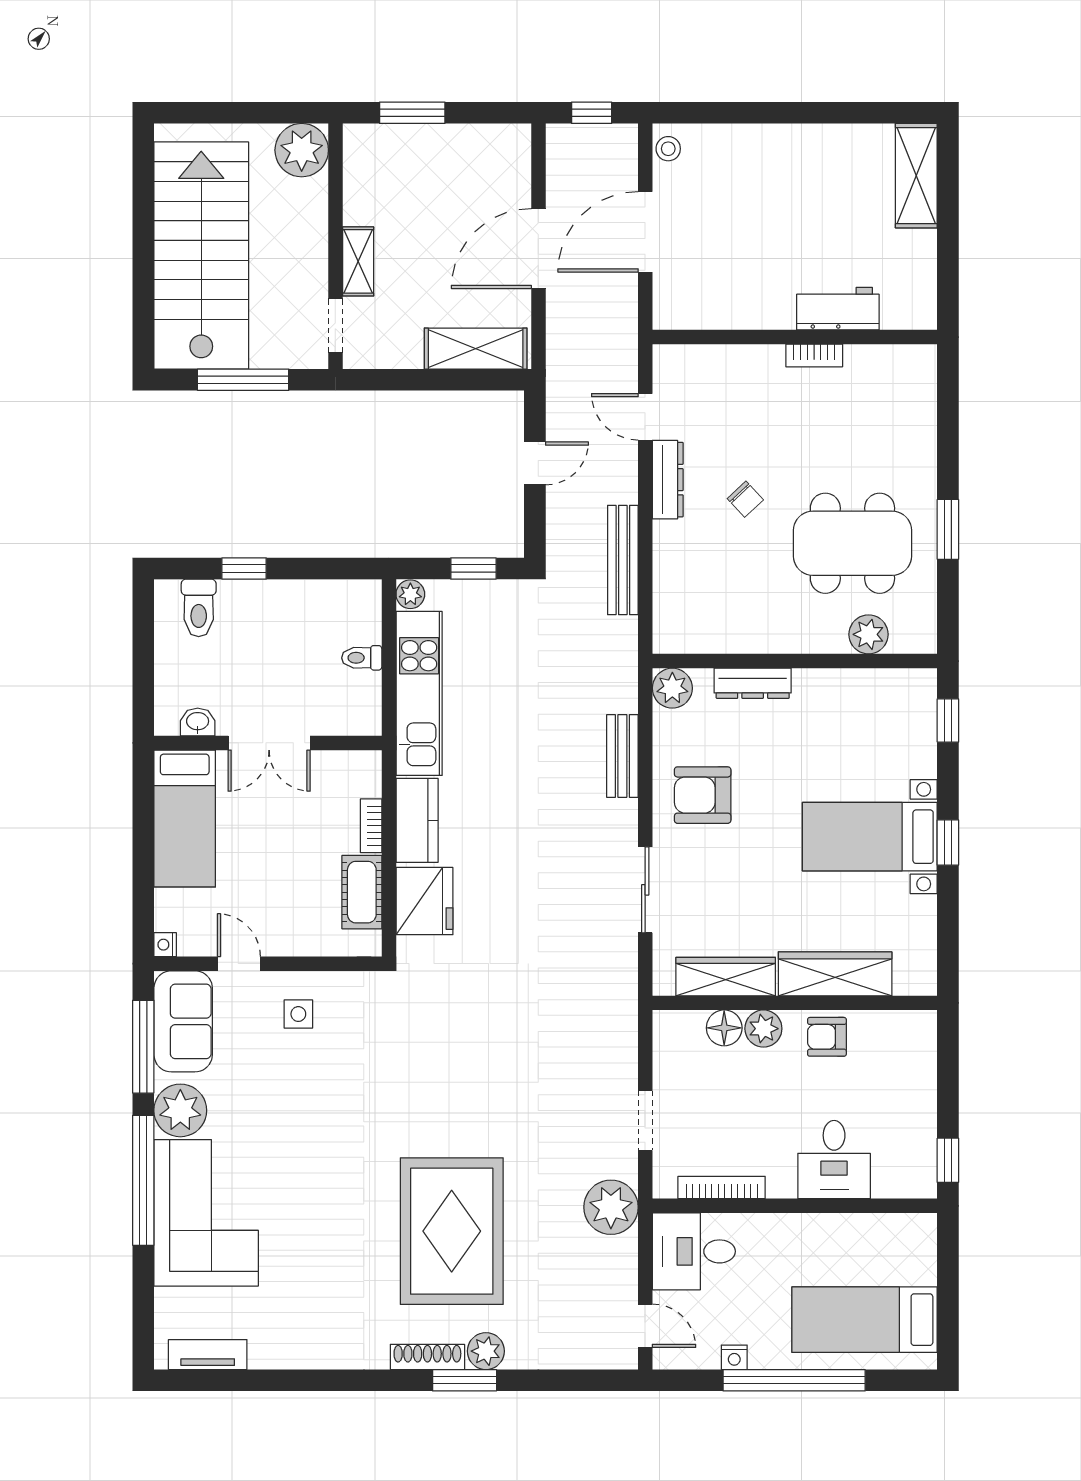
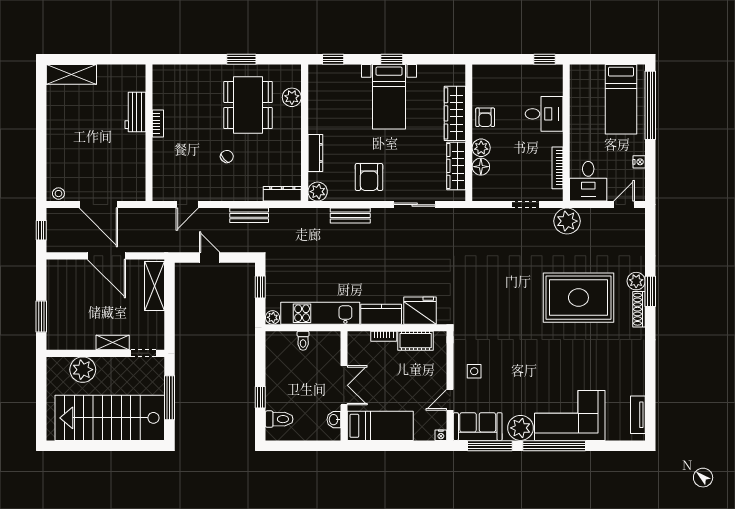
plant: (302, 150) -> (83, 370), moved
dresser: (668, 480) -> (282, 194), moved
bench: (623, 560) -> (249, 215), width x0.73
window: (794, 1380) -> (650, 105), moved

